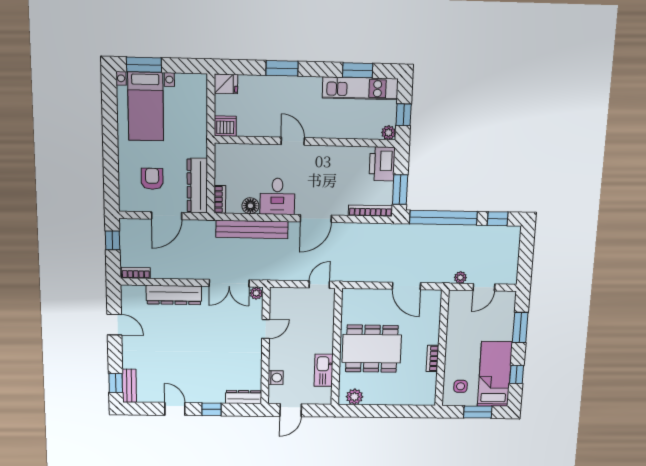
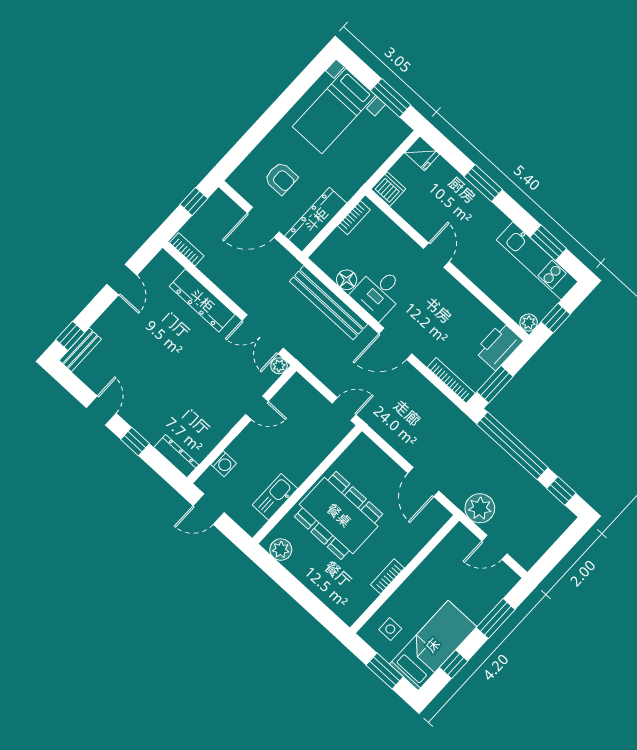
window: (144, 65) -> (391, 98), moved
armchair: (152, 179) -> (281, 178), turned 90
bookcase: (220, 199) -> (354, 218), moved
plant: (460, 277) -> (480, 508), width x1.87, depth x1.87

